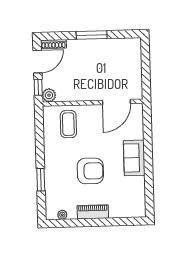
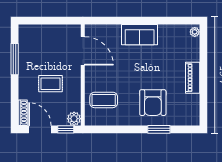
window: (92, 35) -> (15, 59), moved
rug: (83, 71) -> (51, 84), added
armchair: (90, 171) -> (153, 103), moved, turned 180
plant: (62, 215) -> (195, 32), moved

